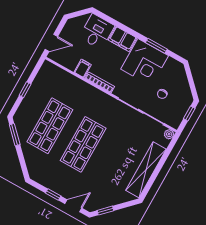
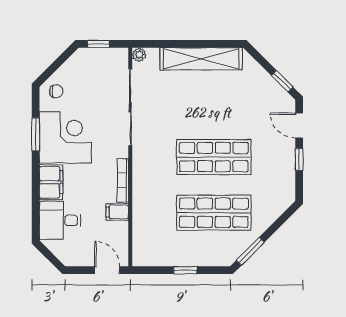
chair: (162, 94) -> (56, 91), moved

